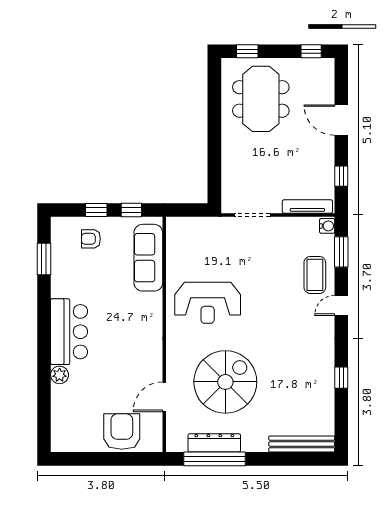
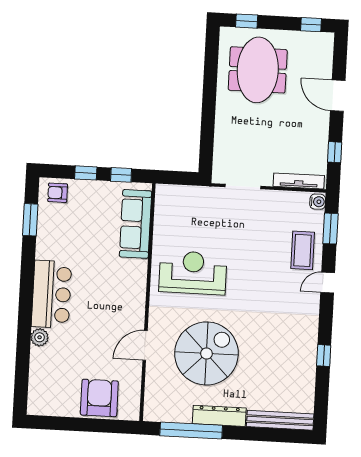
armchair: (91, 239) -> (58, 193), moved
reception desk: (208, 303) -> (193, 273), turned 180
door: (164, 397) -> (145, 345), moved
dresser: (214, 443) -> (219, 416), moved

